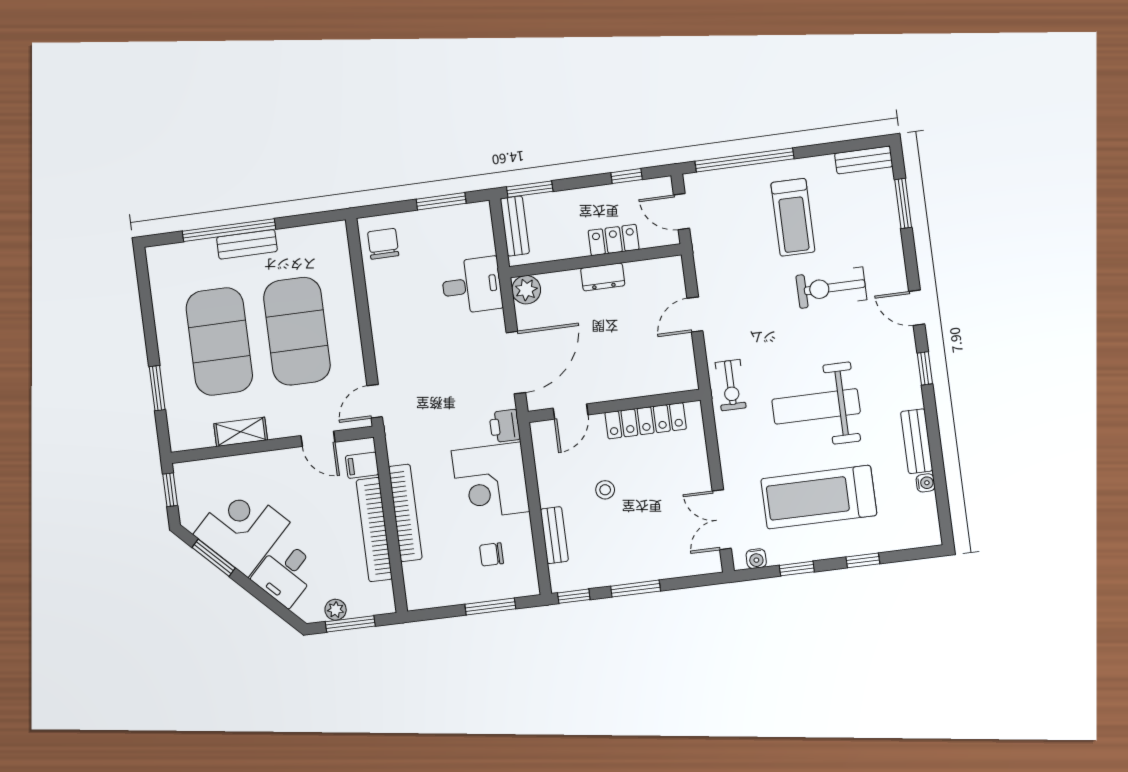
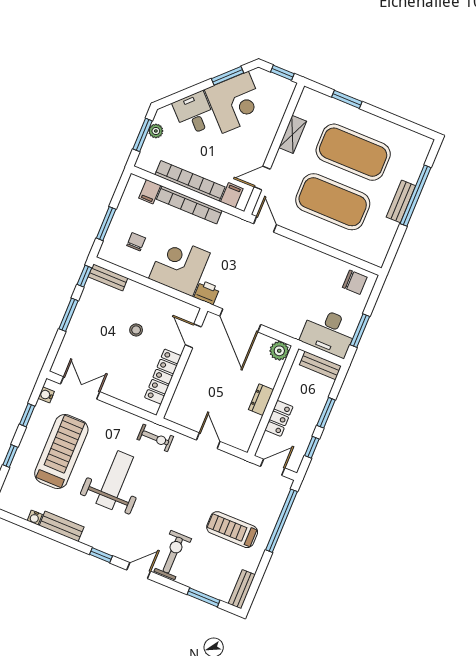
window: (530, 189) -> (326, 413), moved
desk: (472, 285) -> (329, 332), moved, width x1.37
exercise bike: (831, 288) -> (173, 555), moved
exercise bike: (731, 385) -> (155, 438), turned 180
bench: (554, 535) -> (108, 277), moved
filing cabinet: (417, 573) -> (150, 192), added

